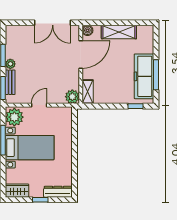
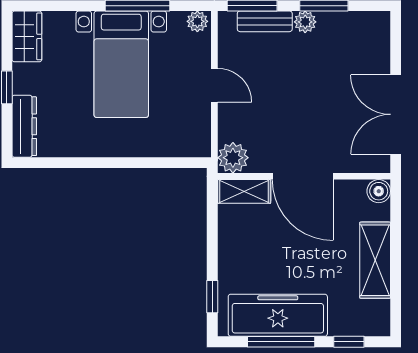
window: (156, 44) -> (349, 342), added
door: (81, 54) -> (303, 176), moved
plant: (14, 117) -> (197, 21), width x0.53, depth x0.53

